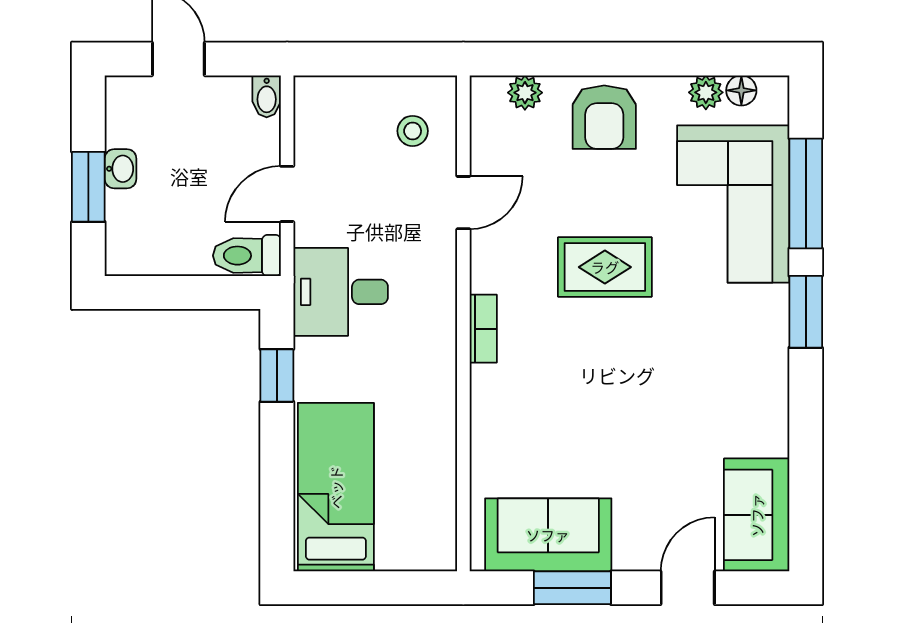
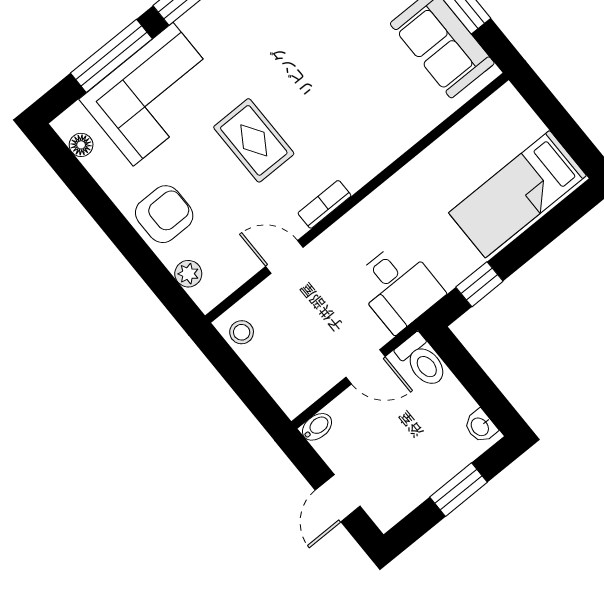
plant: (706, 92) -> (100, 165), removed
stool: (413, 131) -> (242, 332), moved
washbasin: (121, 169) -> (480, 426), moved, turned -90
bookcase: (483, 329) -> (324, 204), moved

